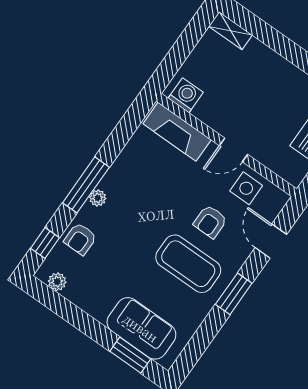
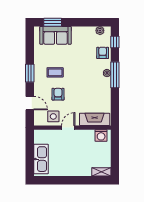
coffee table: (188, 264) -> (55, 72), width x0.54, depth x0.58

